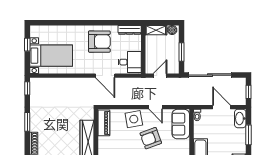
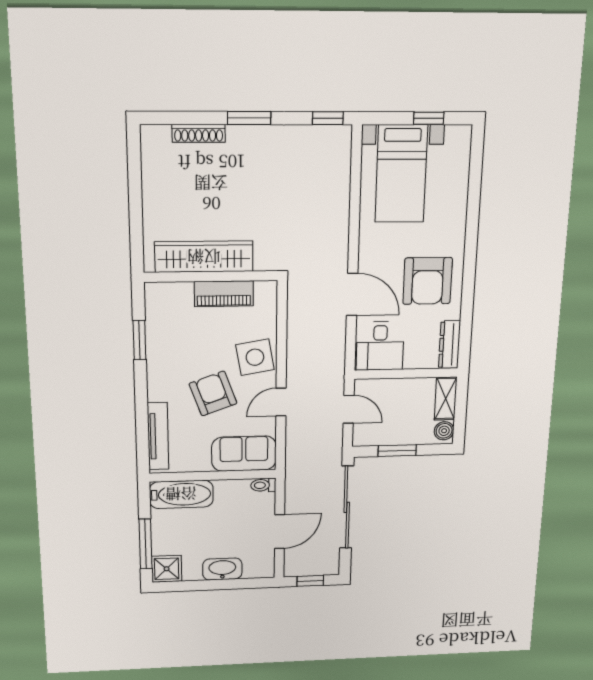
door: (105, 76) -> (352, 294), swing flipped
washbasin: (240, 119) -> (222, 569), moved
piano: (104, 123) -> (224, 294), moved
window: (249, 135) -> (221, 584), removed

